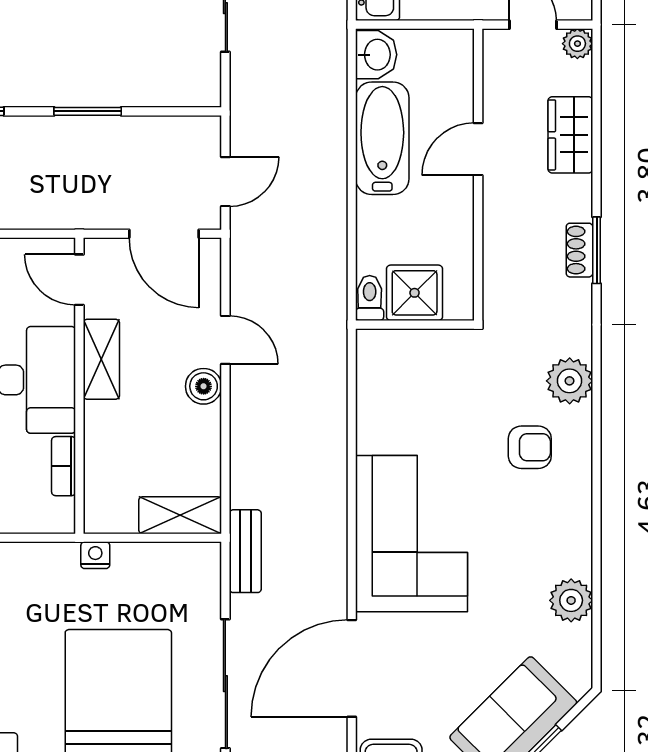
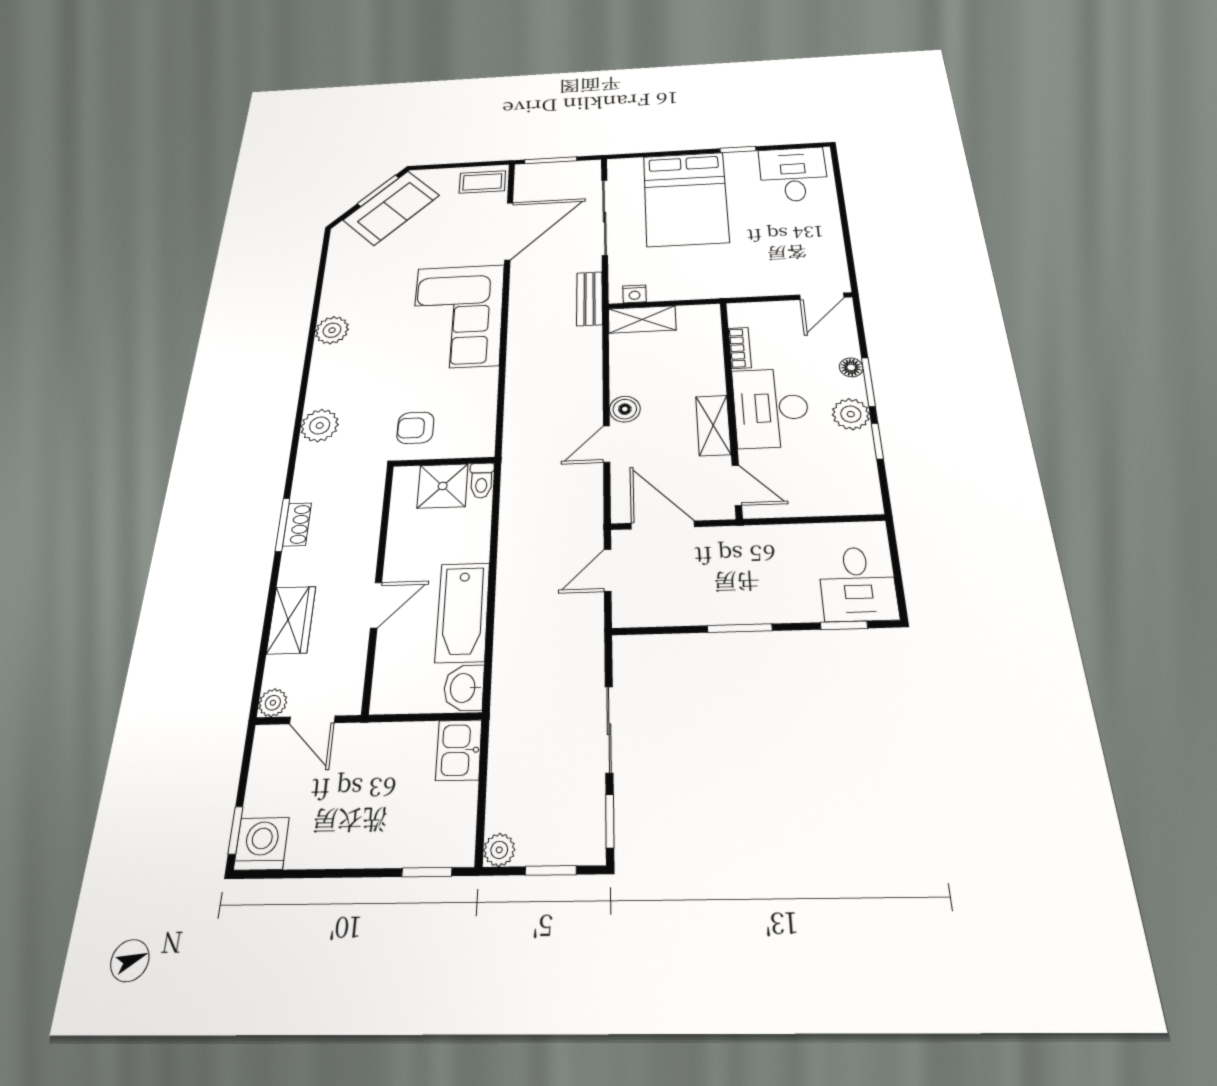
door: (225, 340) -> (607, 444), hinge flipped
armchair: (530, 447) -> (415, 428), moved
nightstand: (95, 555) -> (635, 294), moved
plant: (571, 600) -> (332, 330), moved

